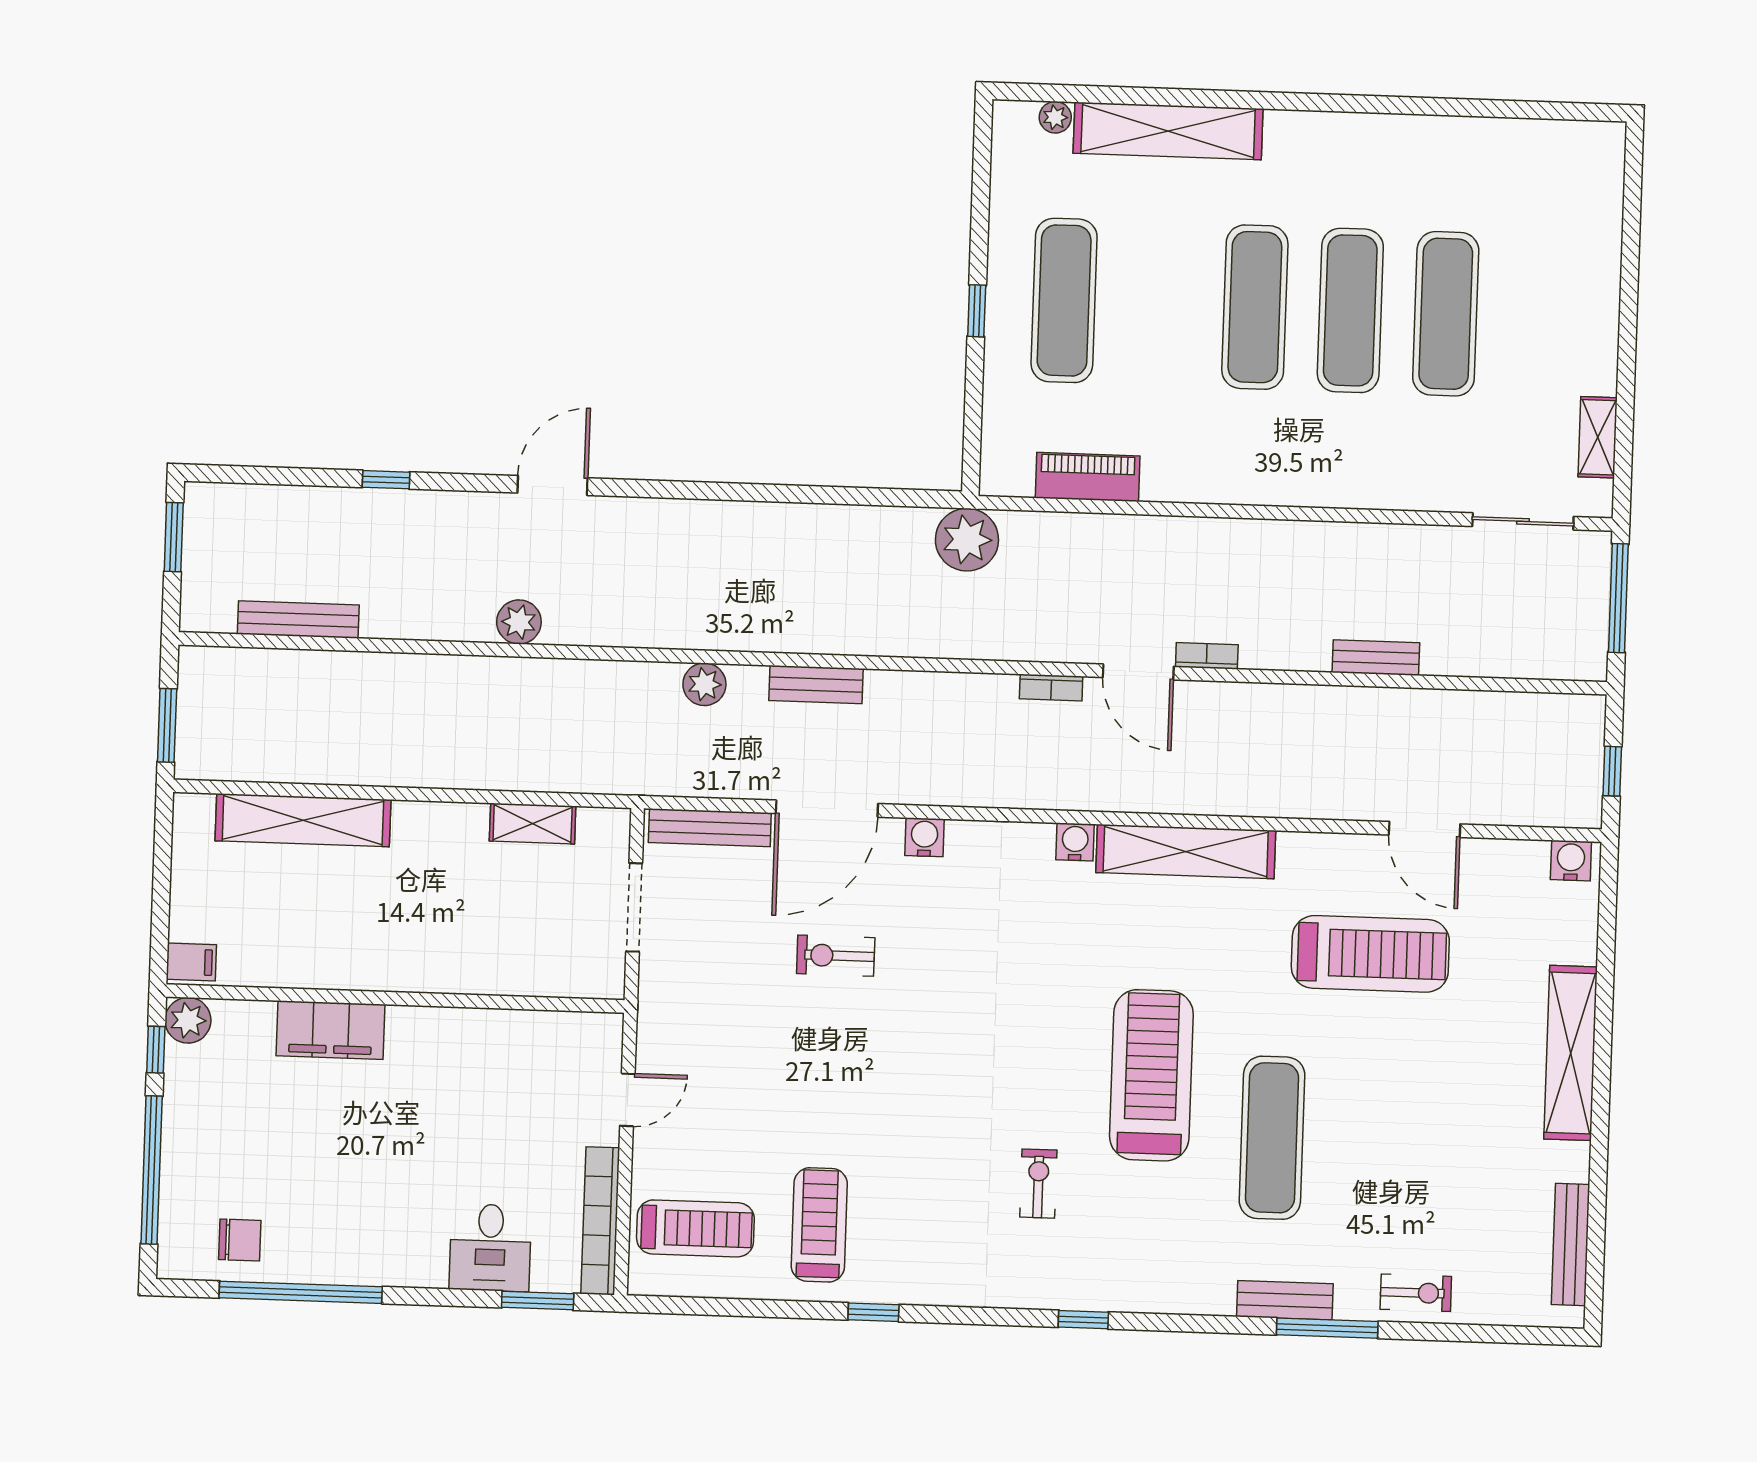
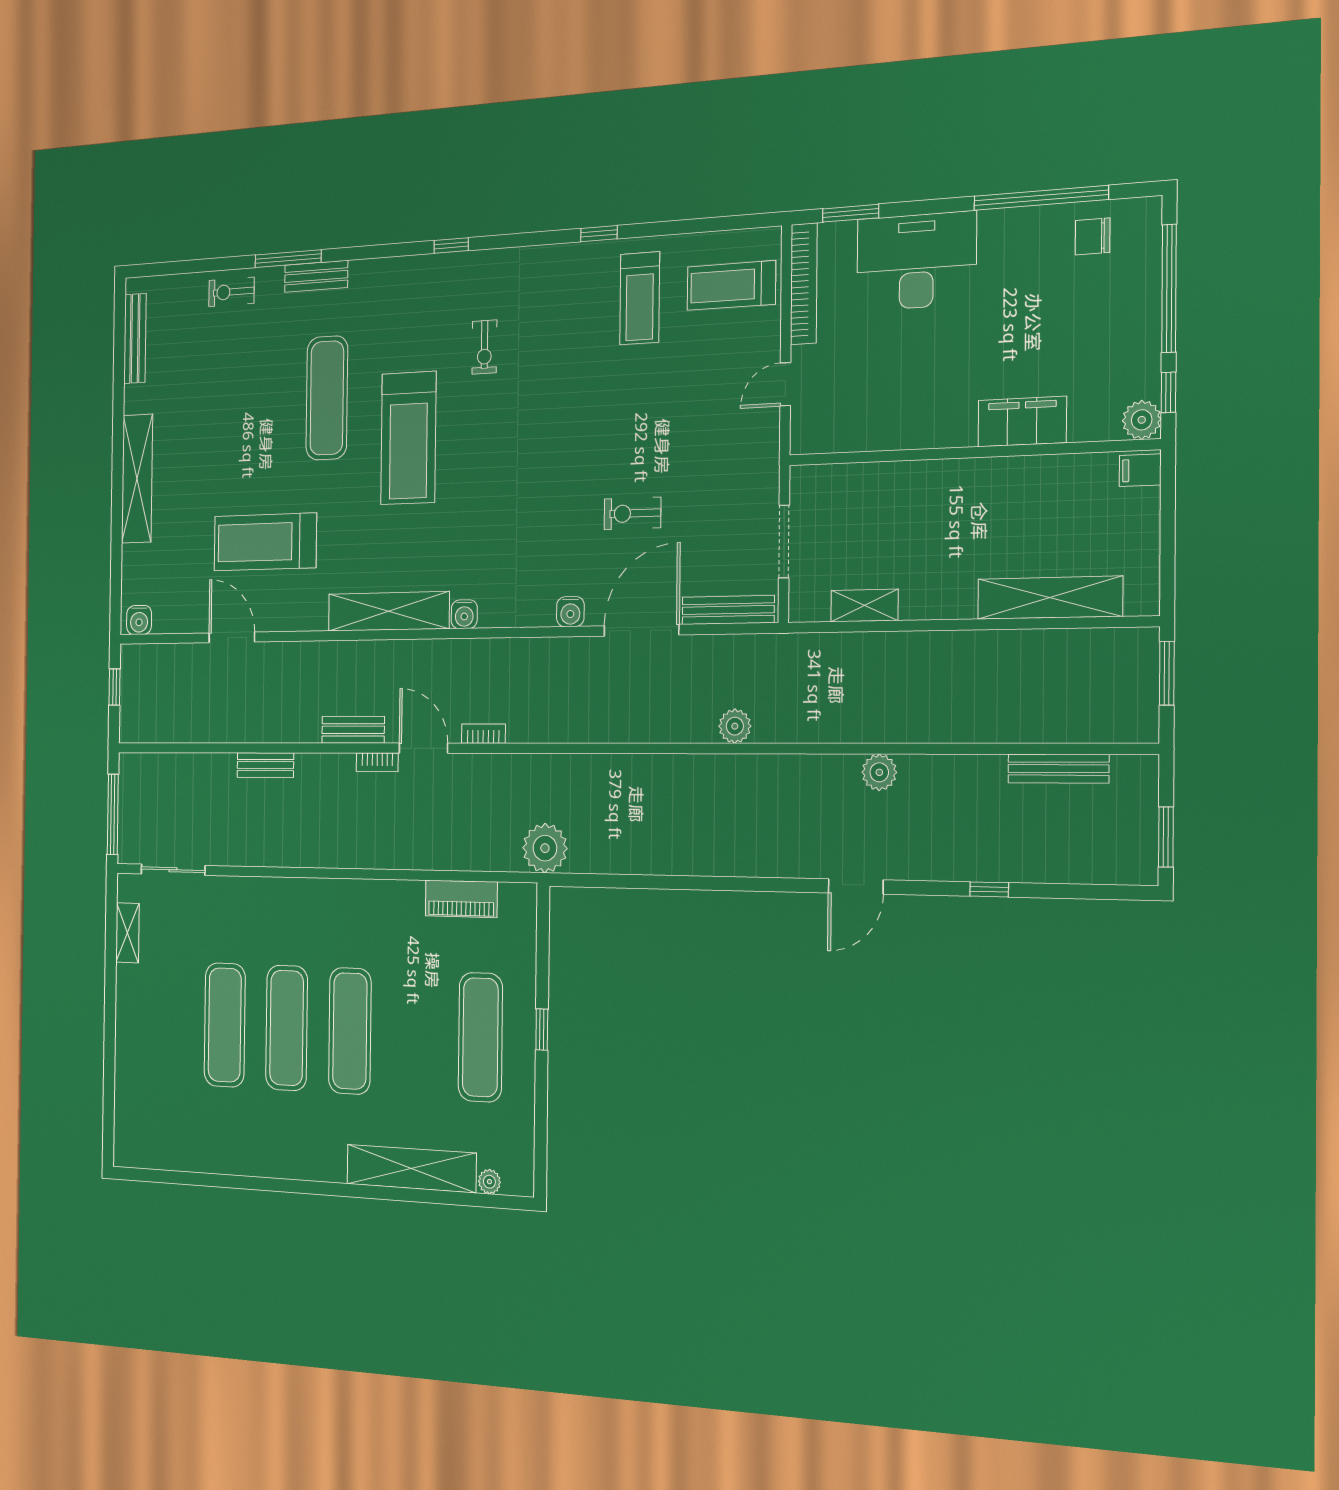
bench: (816, 685) -> (353, 730), moved
exercise bike: (836, 956) -> (632, 513), turned 180
desk: (490, 1248) -> (916, 261), width x1.87, depth x1.30

